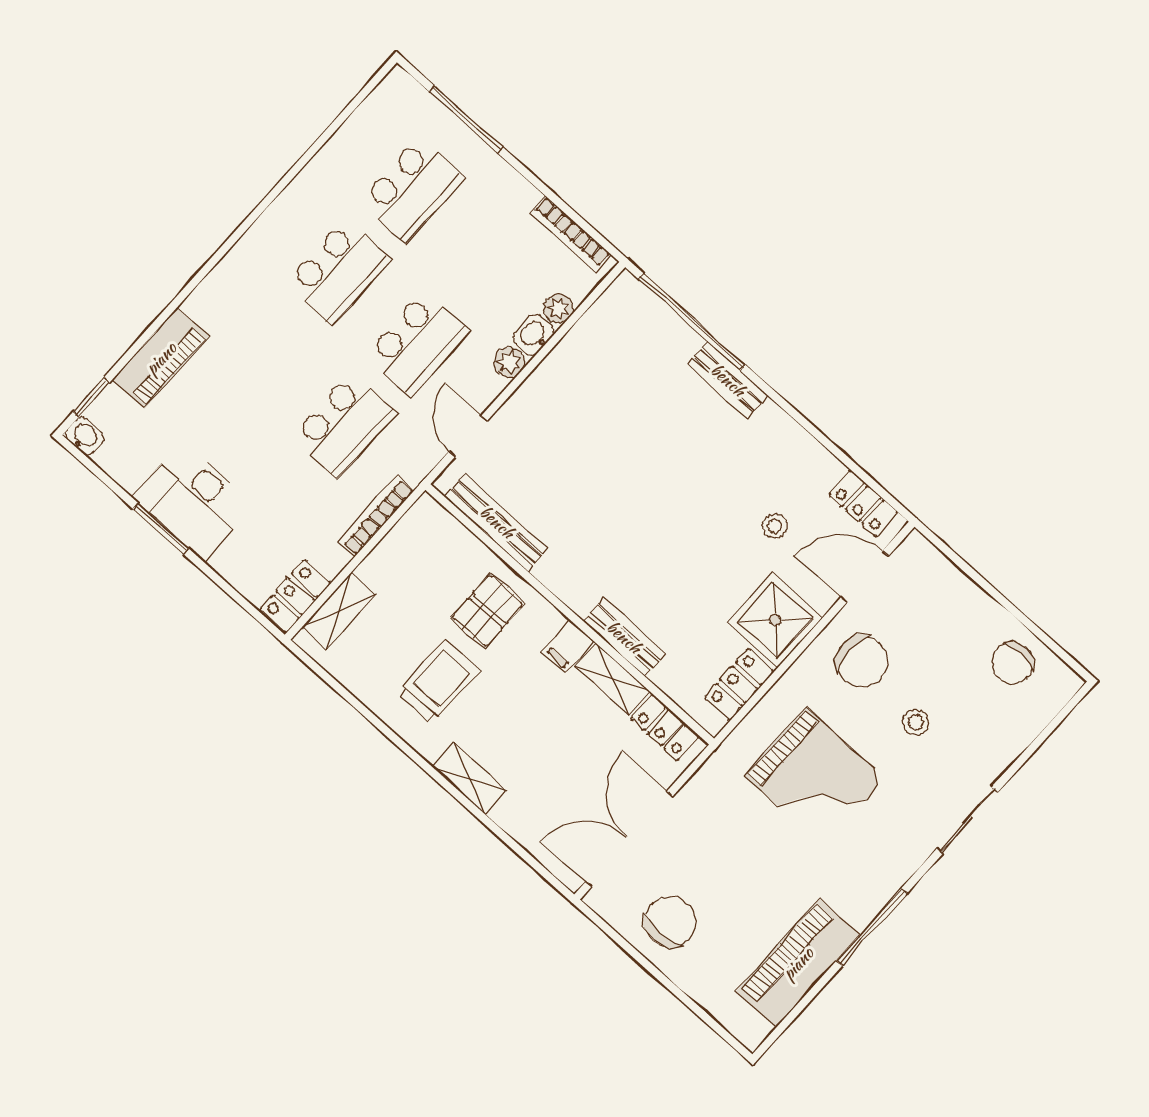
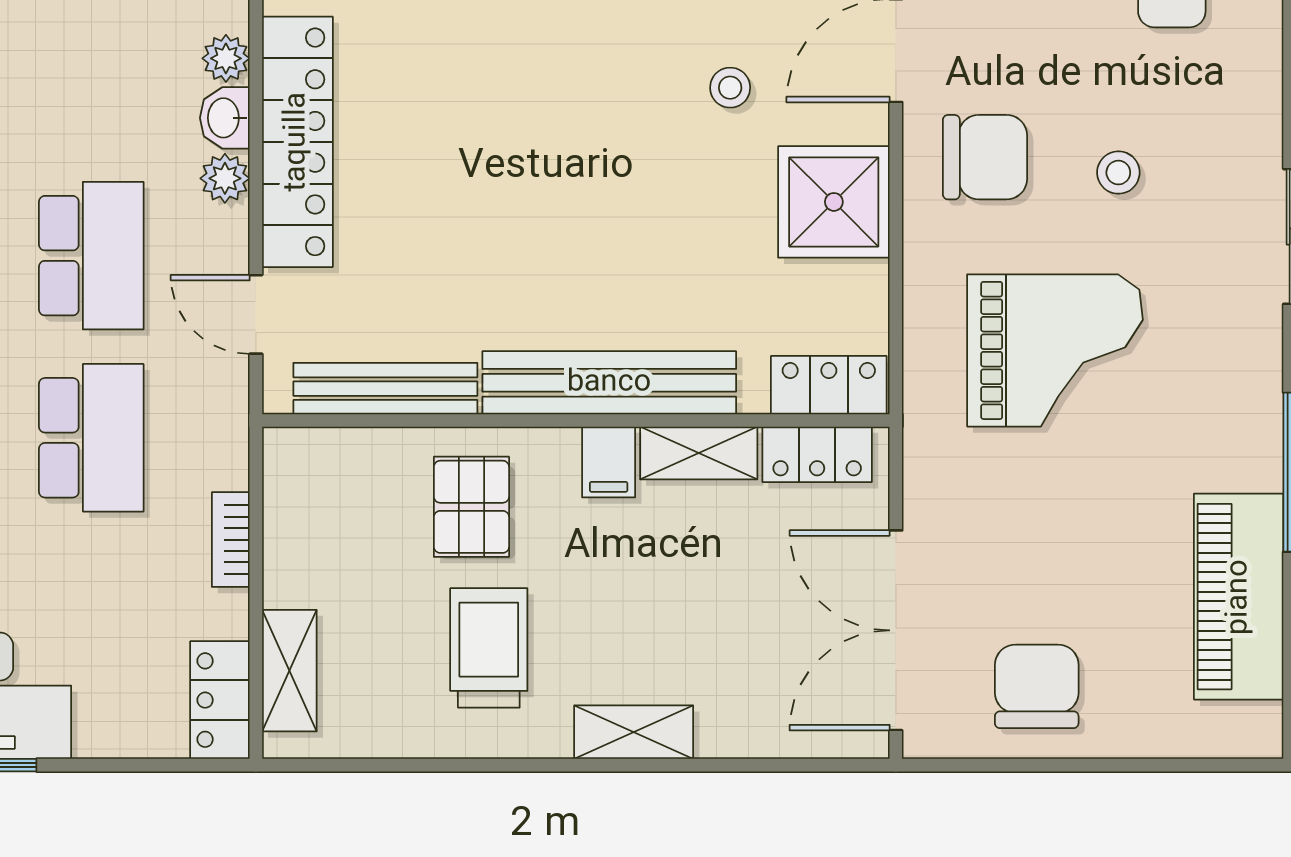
locker: (557, 375) -> (297, 142), added
bookcase: (376, 516) -> (231, 540), width x0.64
bench: (624, 637) -> (609, 383), width x1.86, depth x1.21
locker: (739, 684) -> (829, 385), moved, turned 90

